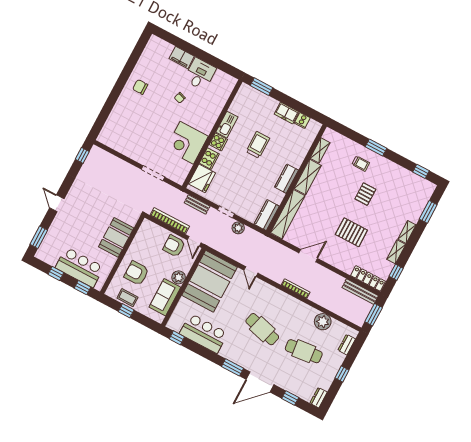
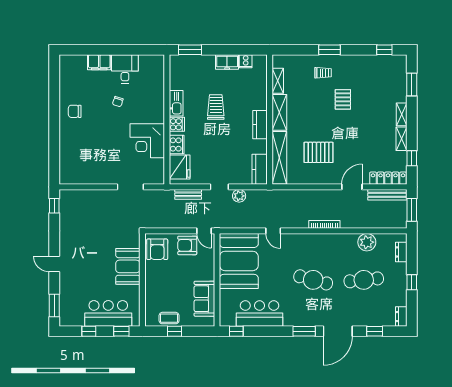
bookcase: (170, 221) -> (170, 224), removed
pallet: (351, 232) -> (319, 152), moved
door: (308, 256) -> (352, 187), moved
armchair: (136, 273) -> (157, 249), moved, turned -90
plant: (179, 277) -> (207, 273), removed

